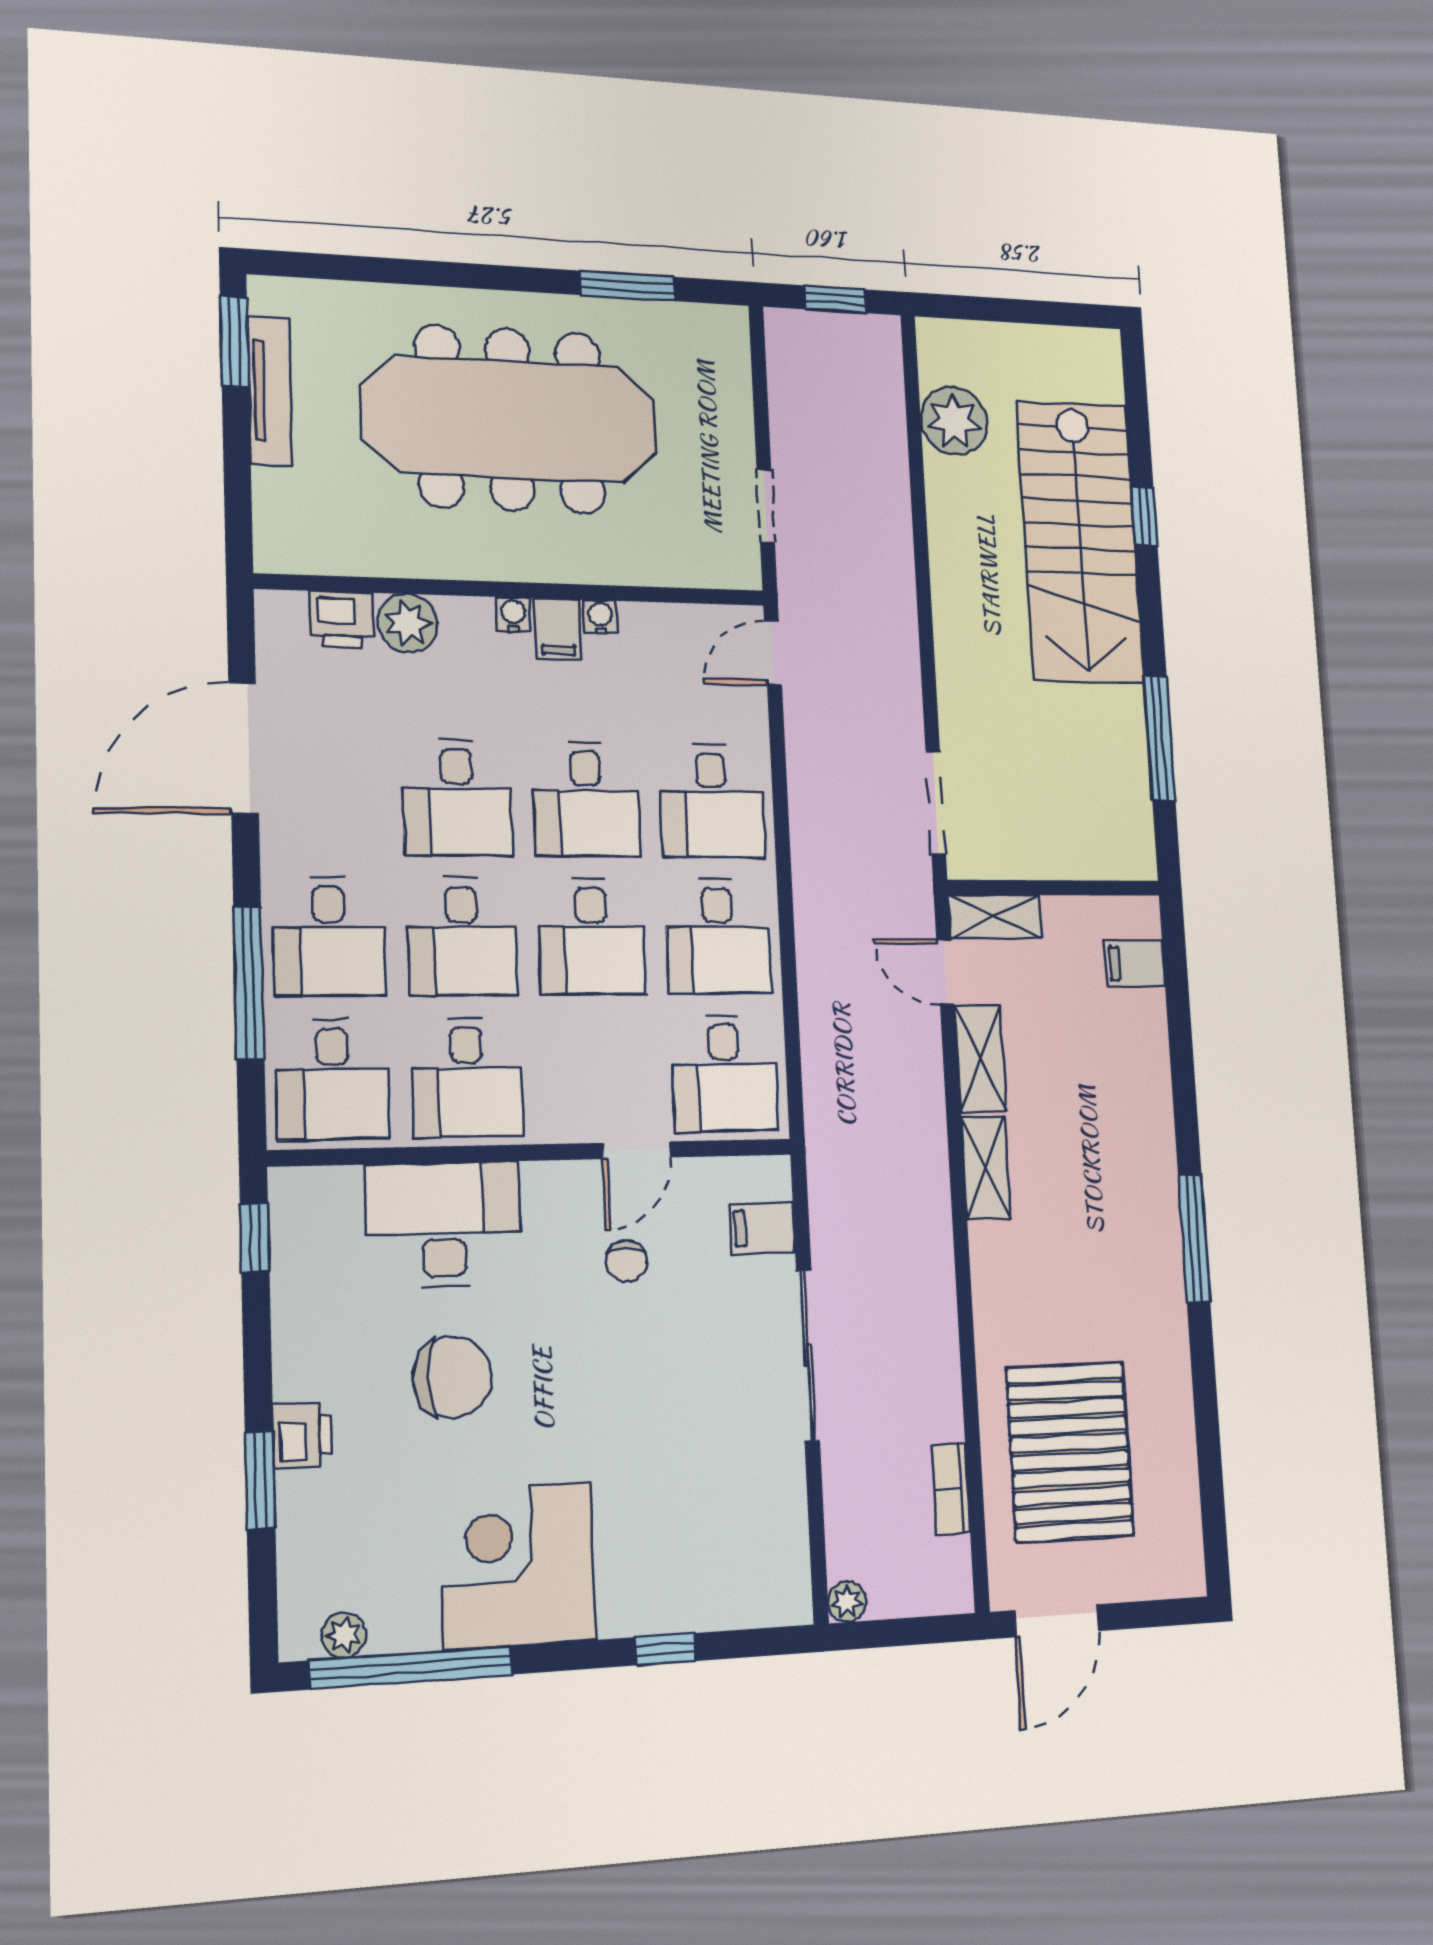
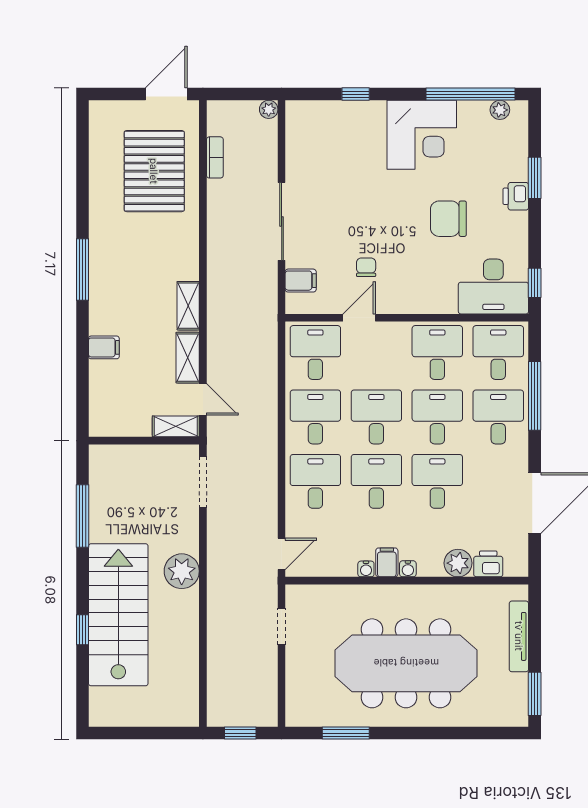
tv unit: (270, 391) -> (519, 636), moved
plant: (954, 421) -> (182, 571), moved
filing cabinet: (1135, 963) -> (104, 347), moved
desk: (444, 1224) -> (493, 286), moved

